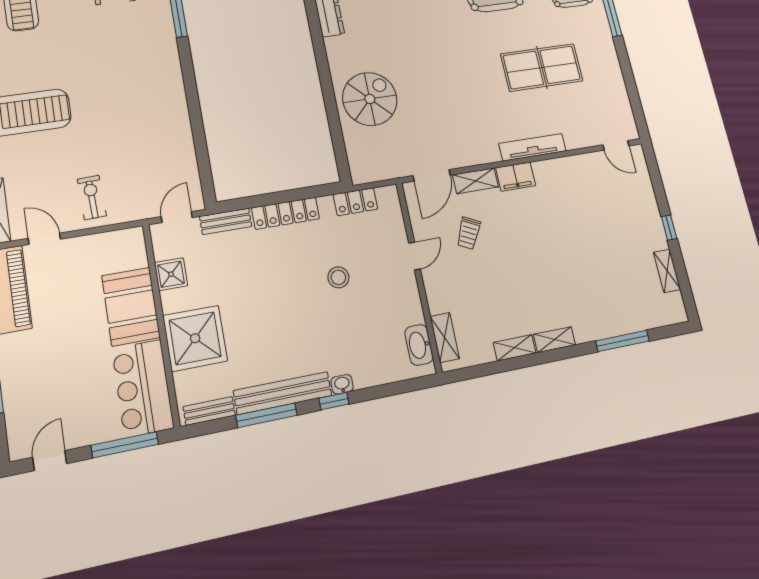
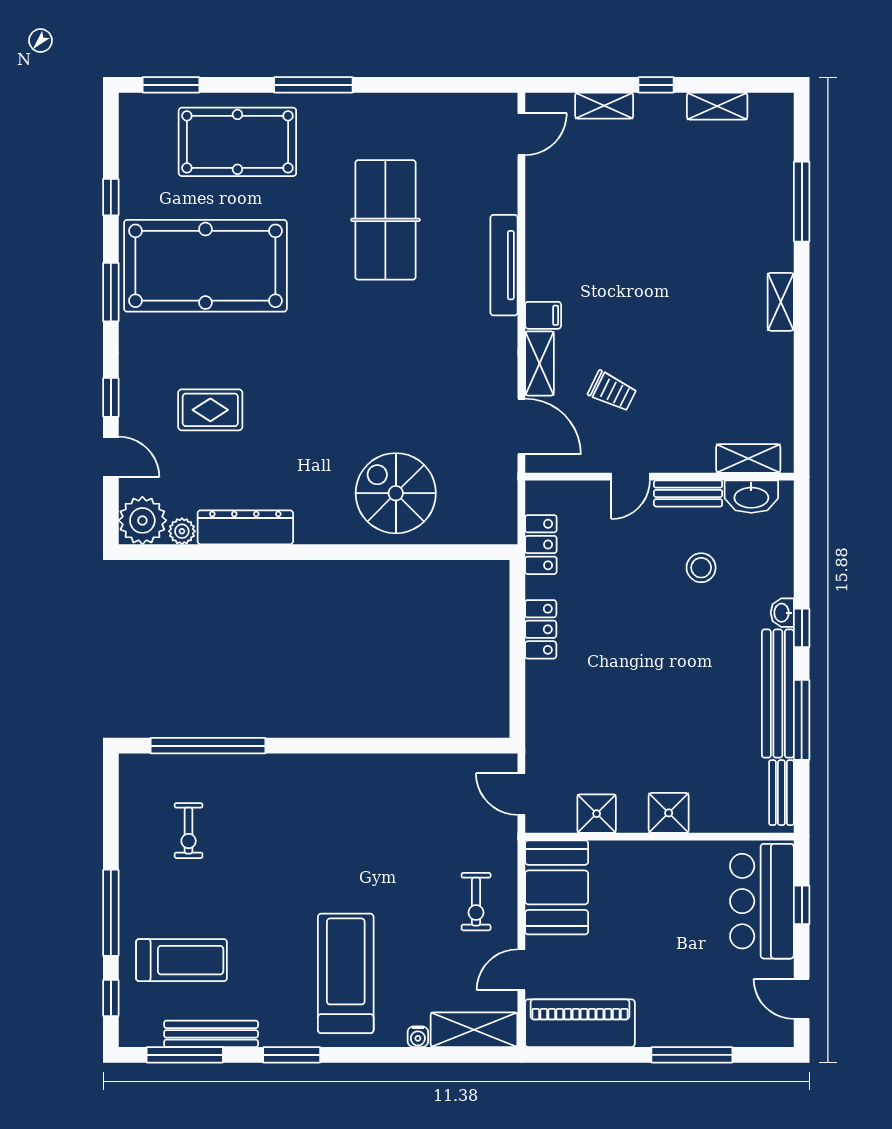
filing cabinet: (516, 177) -> (543, 315), width x0.50
exercise bike: (92, 197) -> (476, 902), turned -88
locker: (286, 213) -> (541, 629), width x0.66
bench: (226, 221) -> (688, 493), moved, turned 90
door: (414, 256) -> (630, 477), swing flipped
stool: (338, 277) -> (701, 568), moved
booth: (131, 306) -> (557, 887), moved, turned 90
shower: (195, 338) -> (669, 813), width x0.54, depth x0.54
shelving: (515, 348) -> (604, 106), moved, turned 90
bar counter: (143, 388) -> (762, 901), moved, turned 90
window: (125, 445) -> (802, 905), width x0.46

